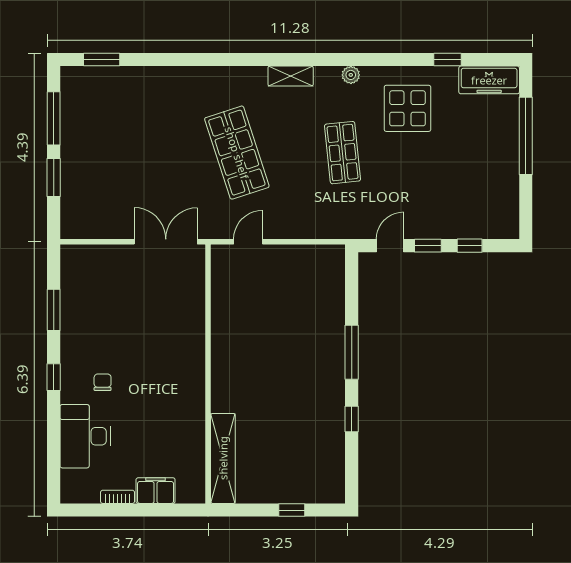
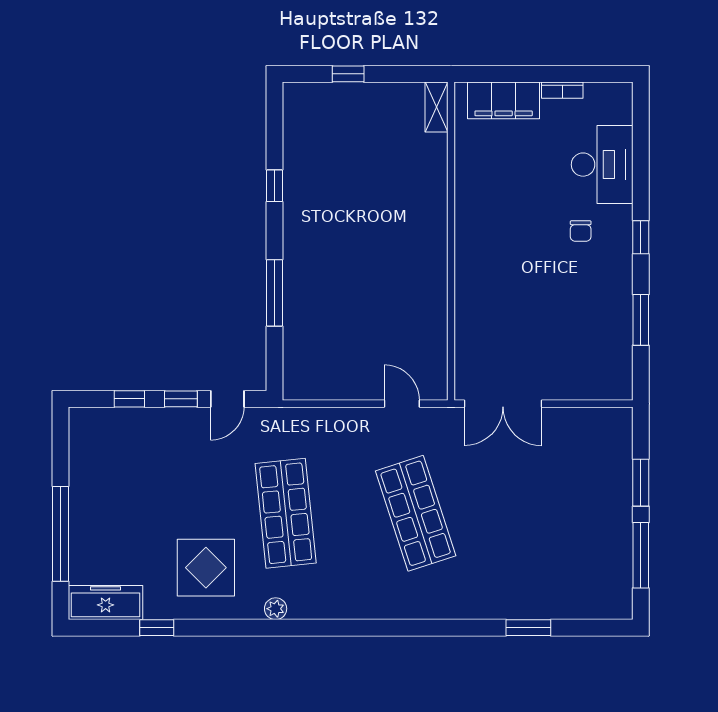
window: (102, 59) -> (528, 628), moved
shelving: (291, 76) -> (349, 607), removed
shop shelf: (343, 153) -> (286, 513), width x1.43, depth x1.36
door: (248, 242) -> (402, 404), swing flipped
window: (352, 352) -> (275, 293), moved
shelving: (223, 458) -> (437, 107), width x0.45, depth x0.75
filing cabinet: (156, 491) -> (504, 100), width x1.50, depth x1.17

